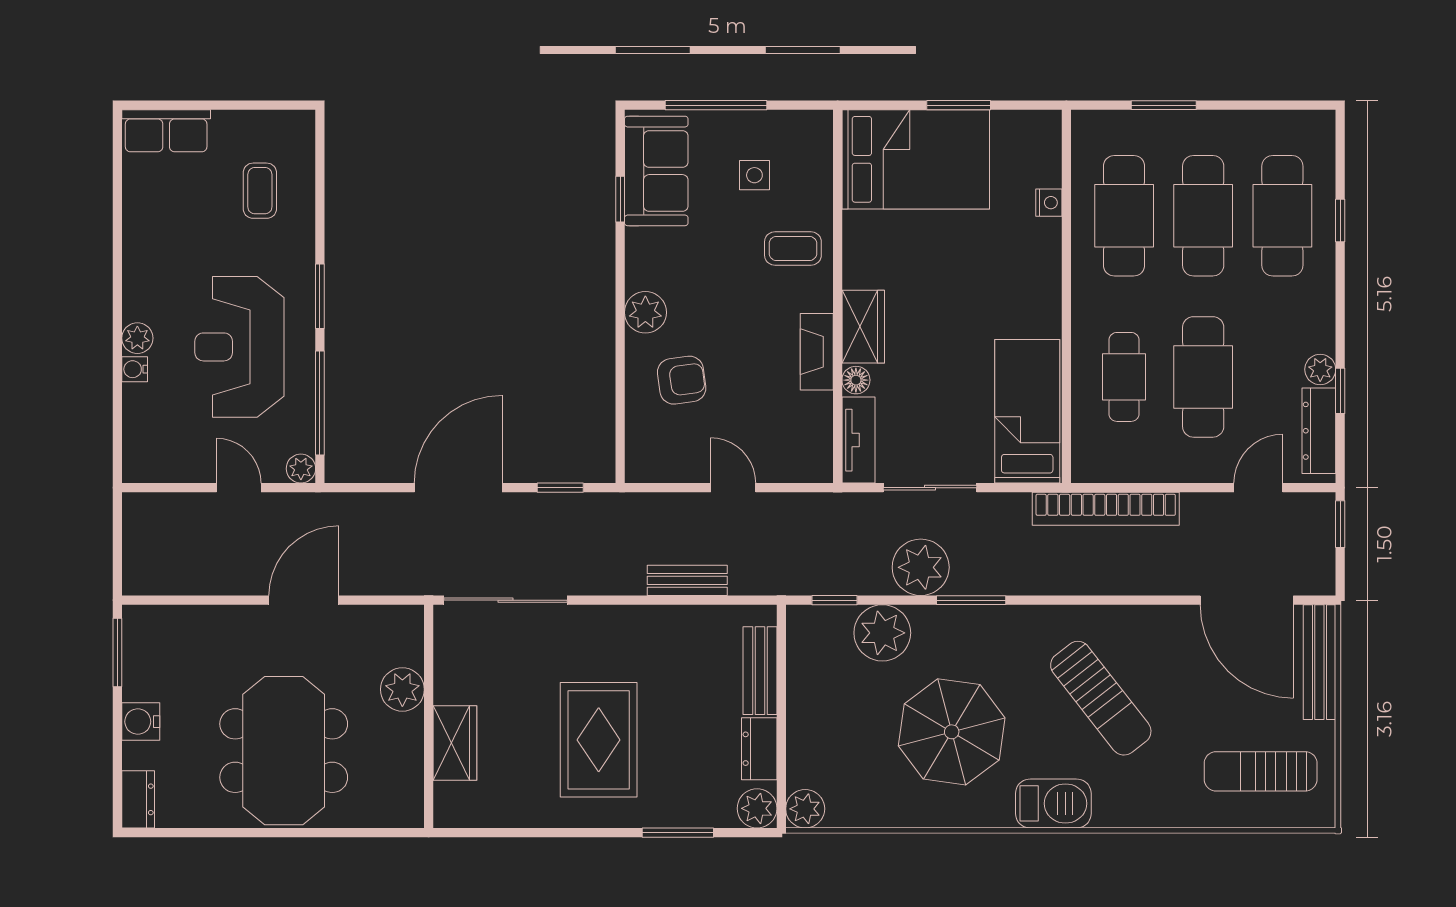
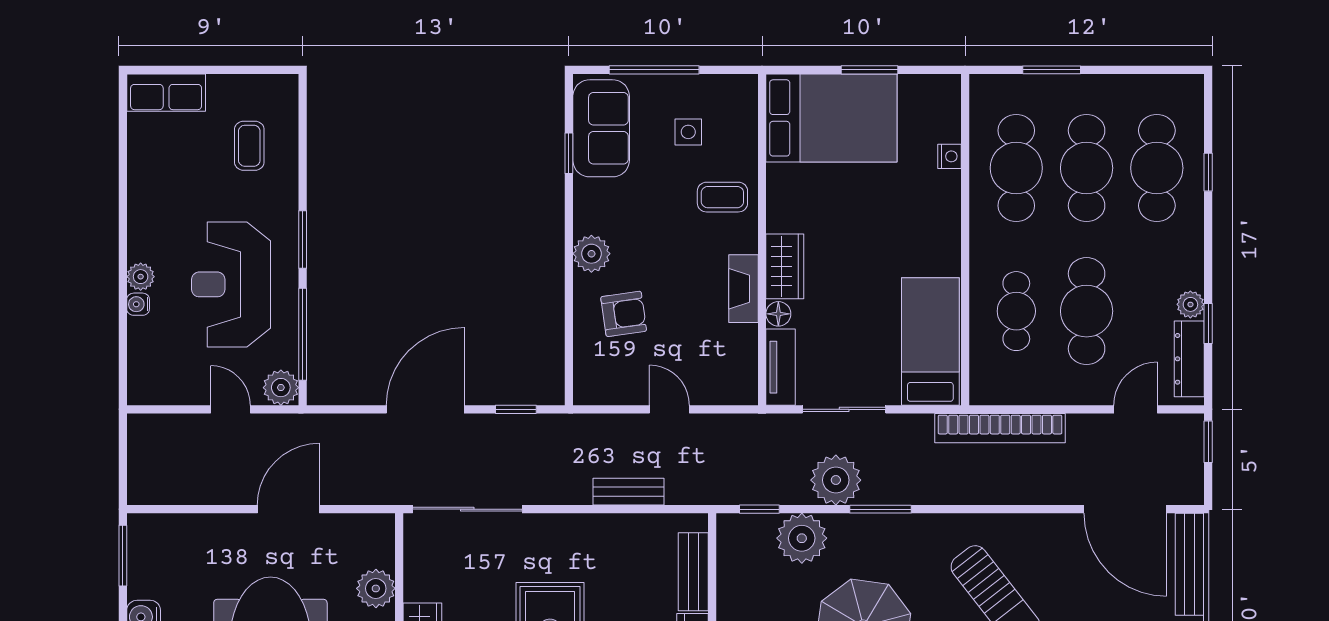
plant: (301, 469) -> (281, 388), width x1.38, depth x1.38

